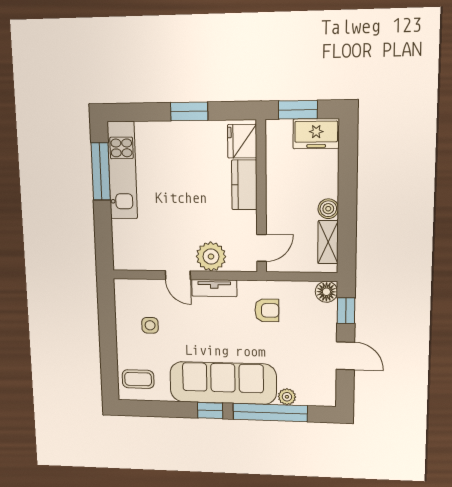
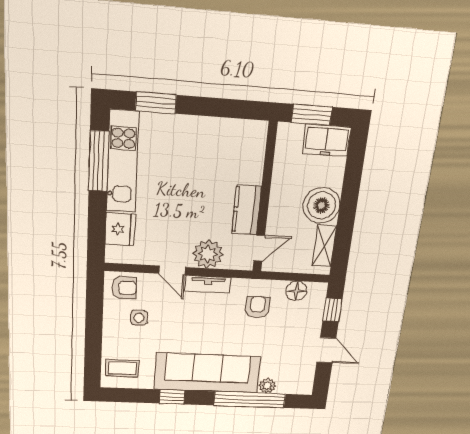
window: (189, 111) -> (156, 103), moved
fridge: (242, 141) -> (120, 229), moved, turned 180
kitchen counter: (244, 185) -> (247, 210), moved
boiler: (328, 209) -> (321, 205), width x1.86, depth x1.86
floor lamp: (326, 292) -> (296, 291), moved
armchair: (133, 295) -> (124, 288), added
armchair: (267, 310) -> (257, 307), turned -90
window: (210, 410) -> (172, 397), moved

